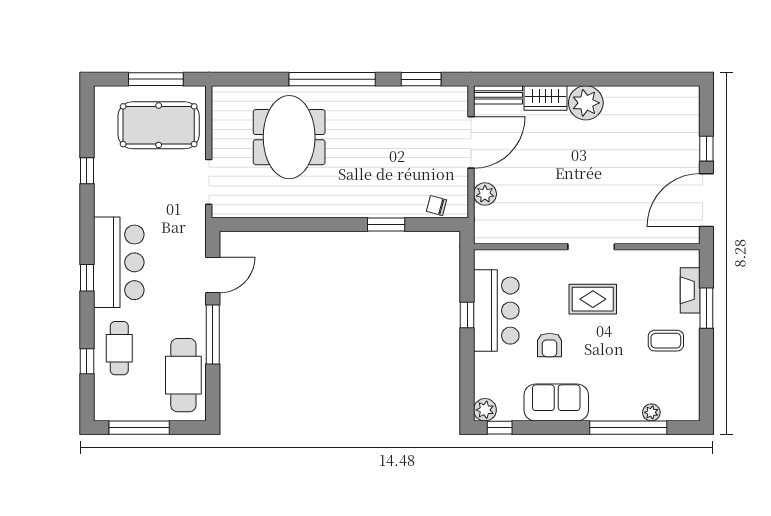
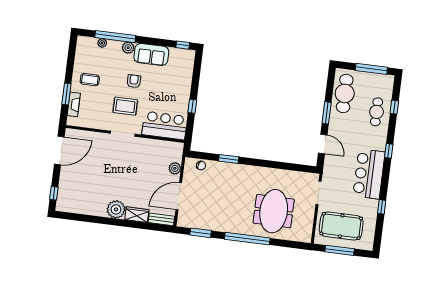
window: (706, 149) -> (54, 193), moved
bar counter: (119, 262) -> (369, 174), moved
door: (213, 275) -> (323, 144), swing flipped
bar counter: (496, 311) -> (165, 126), moved, turned 90
window: (213, 334) -> (327, 113), width x0.69
armchair: (550, 345) -> (134, 81), moved
plant: (485, 410) -> (128, 48), moved

